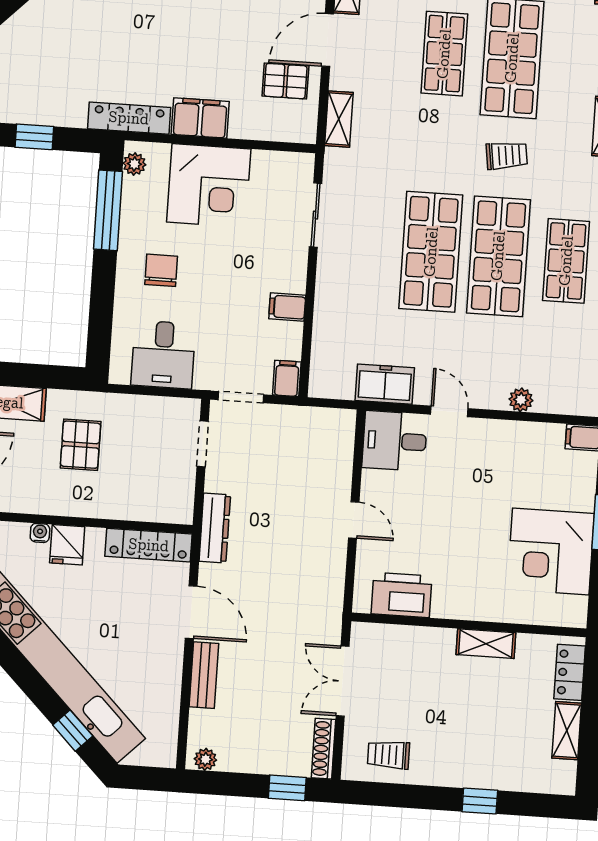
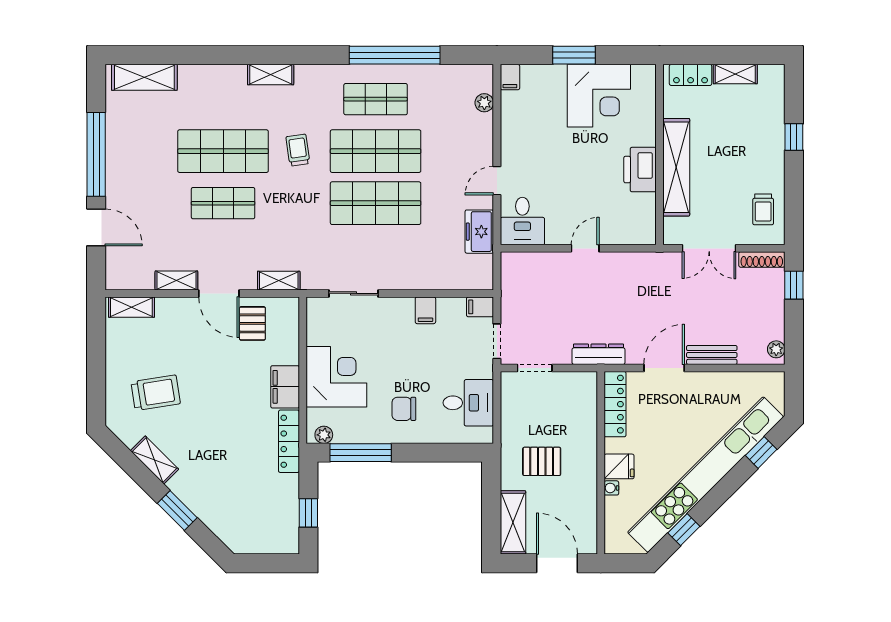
plant: (521, 400) -> (484, 103), moved
printer: (402, 595) -> (640, 170), moved
shelving: (486, 644) -> (676, 167), width x2.20, depth x1.33

